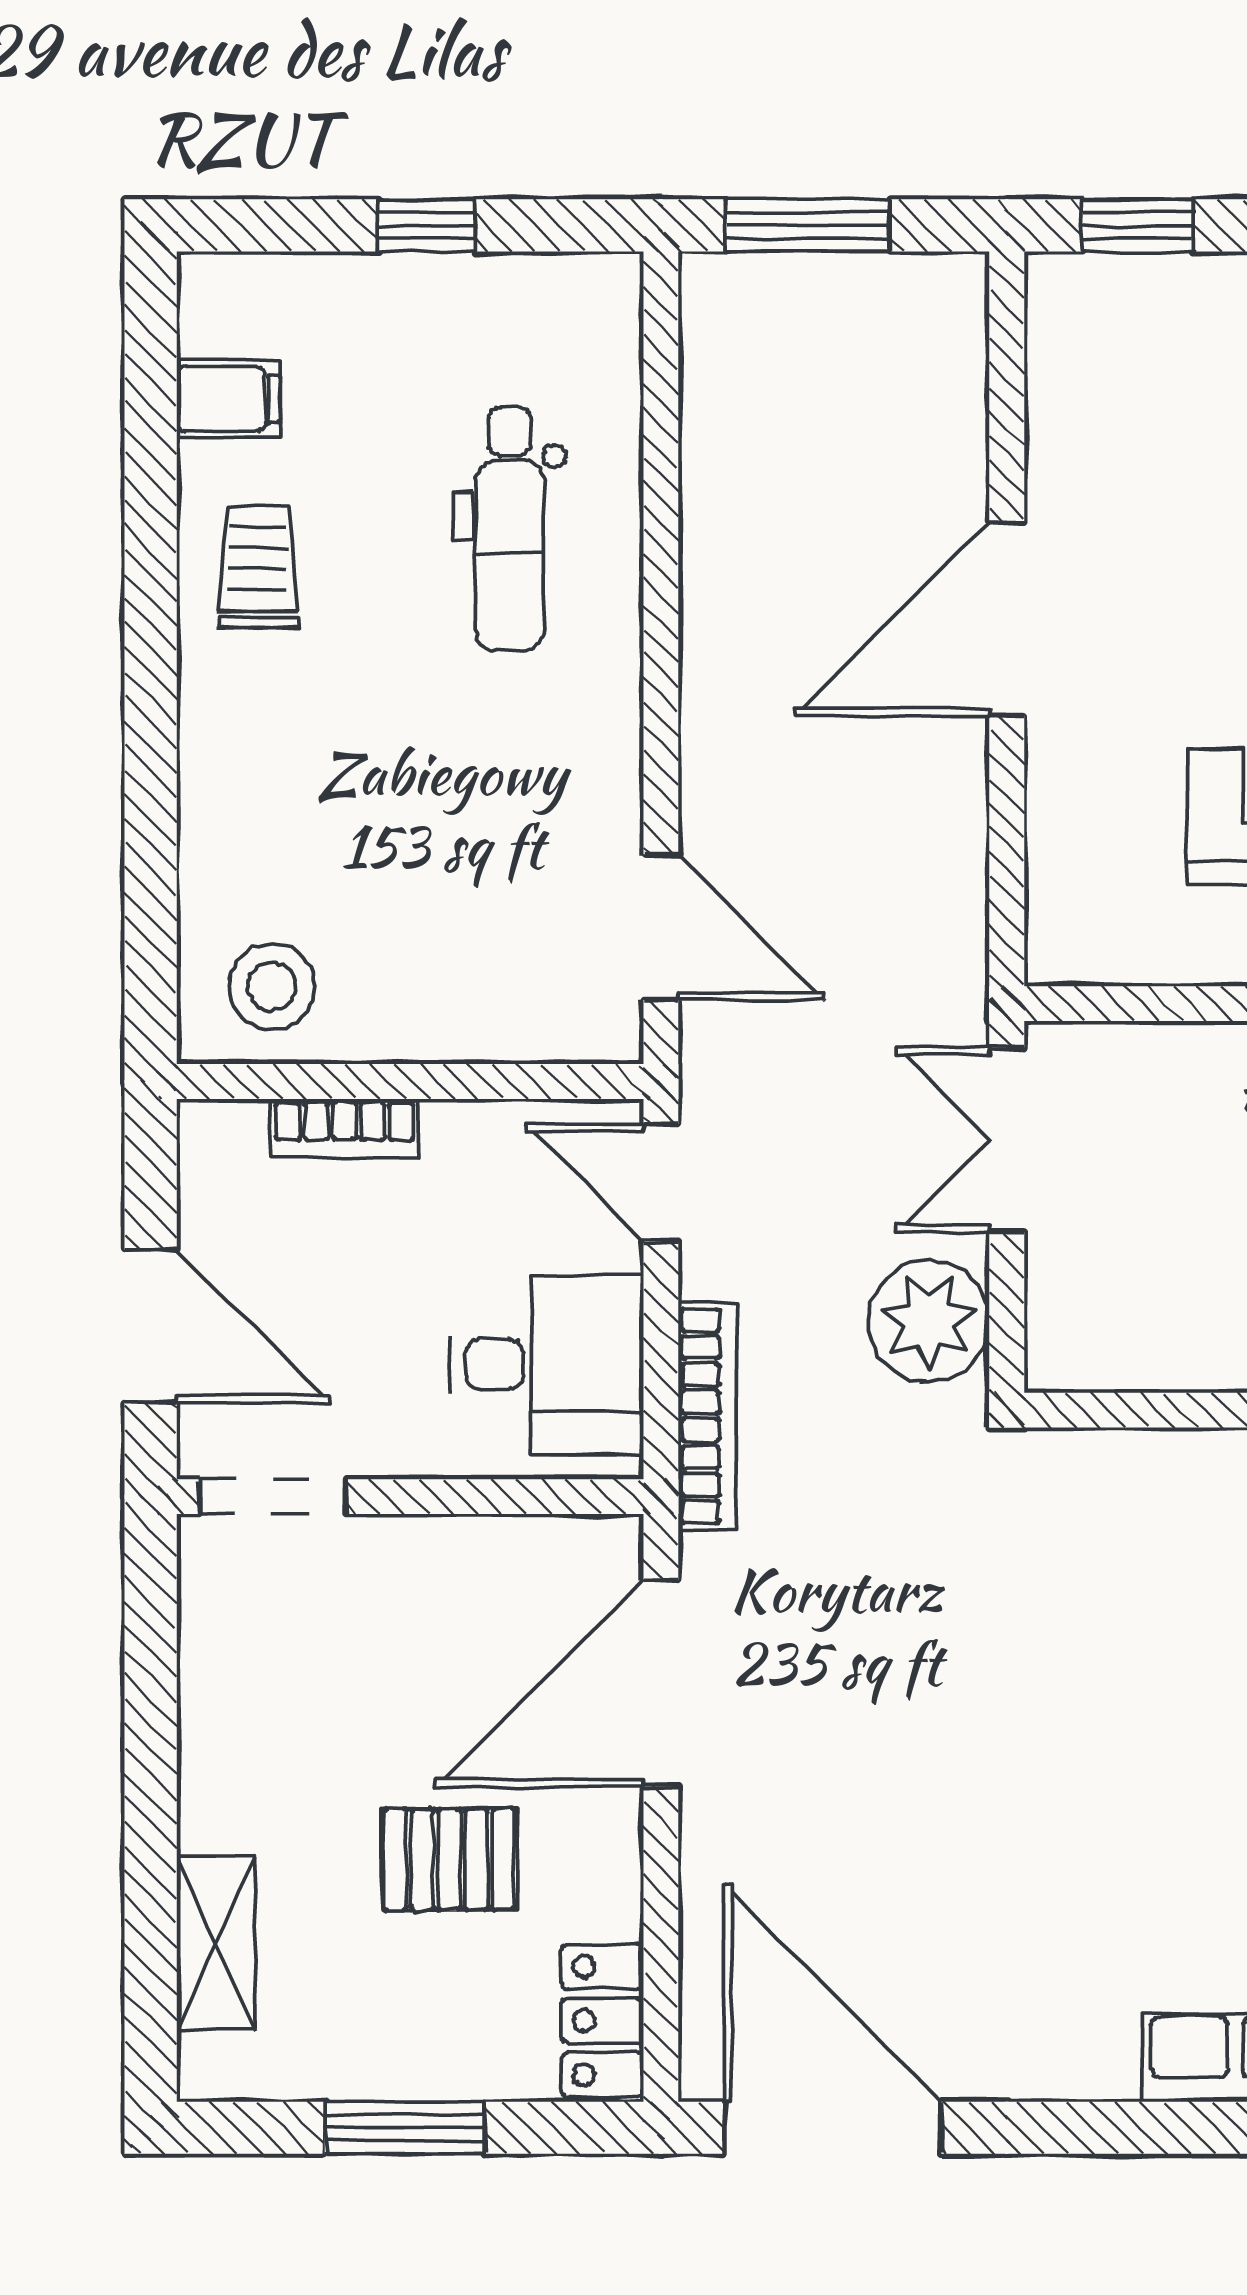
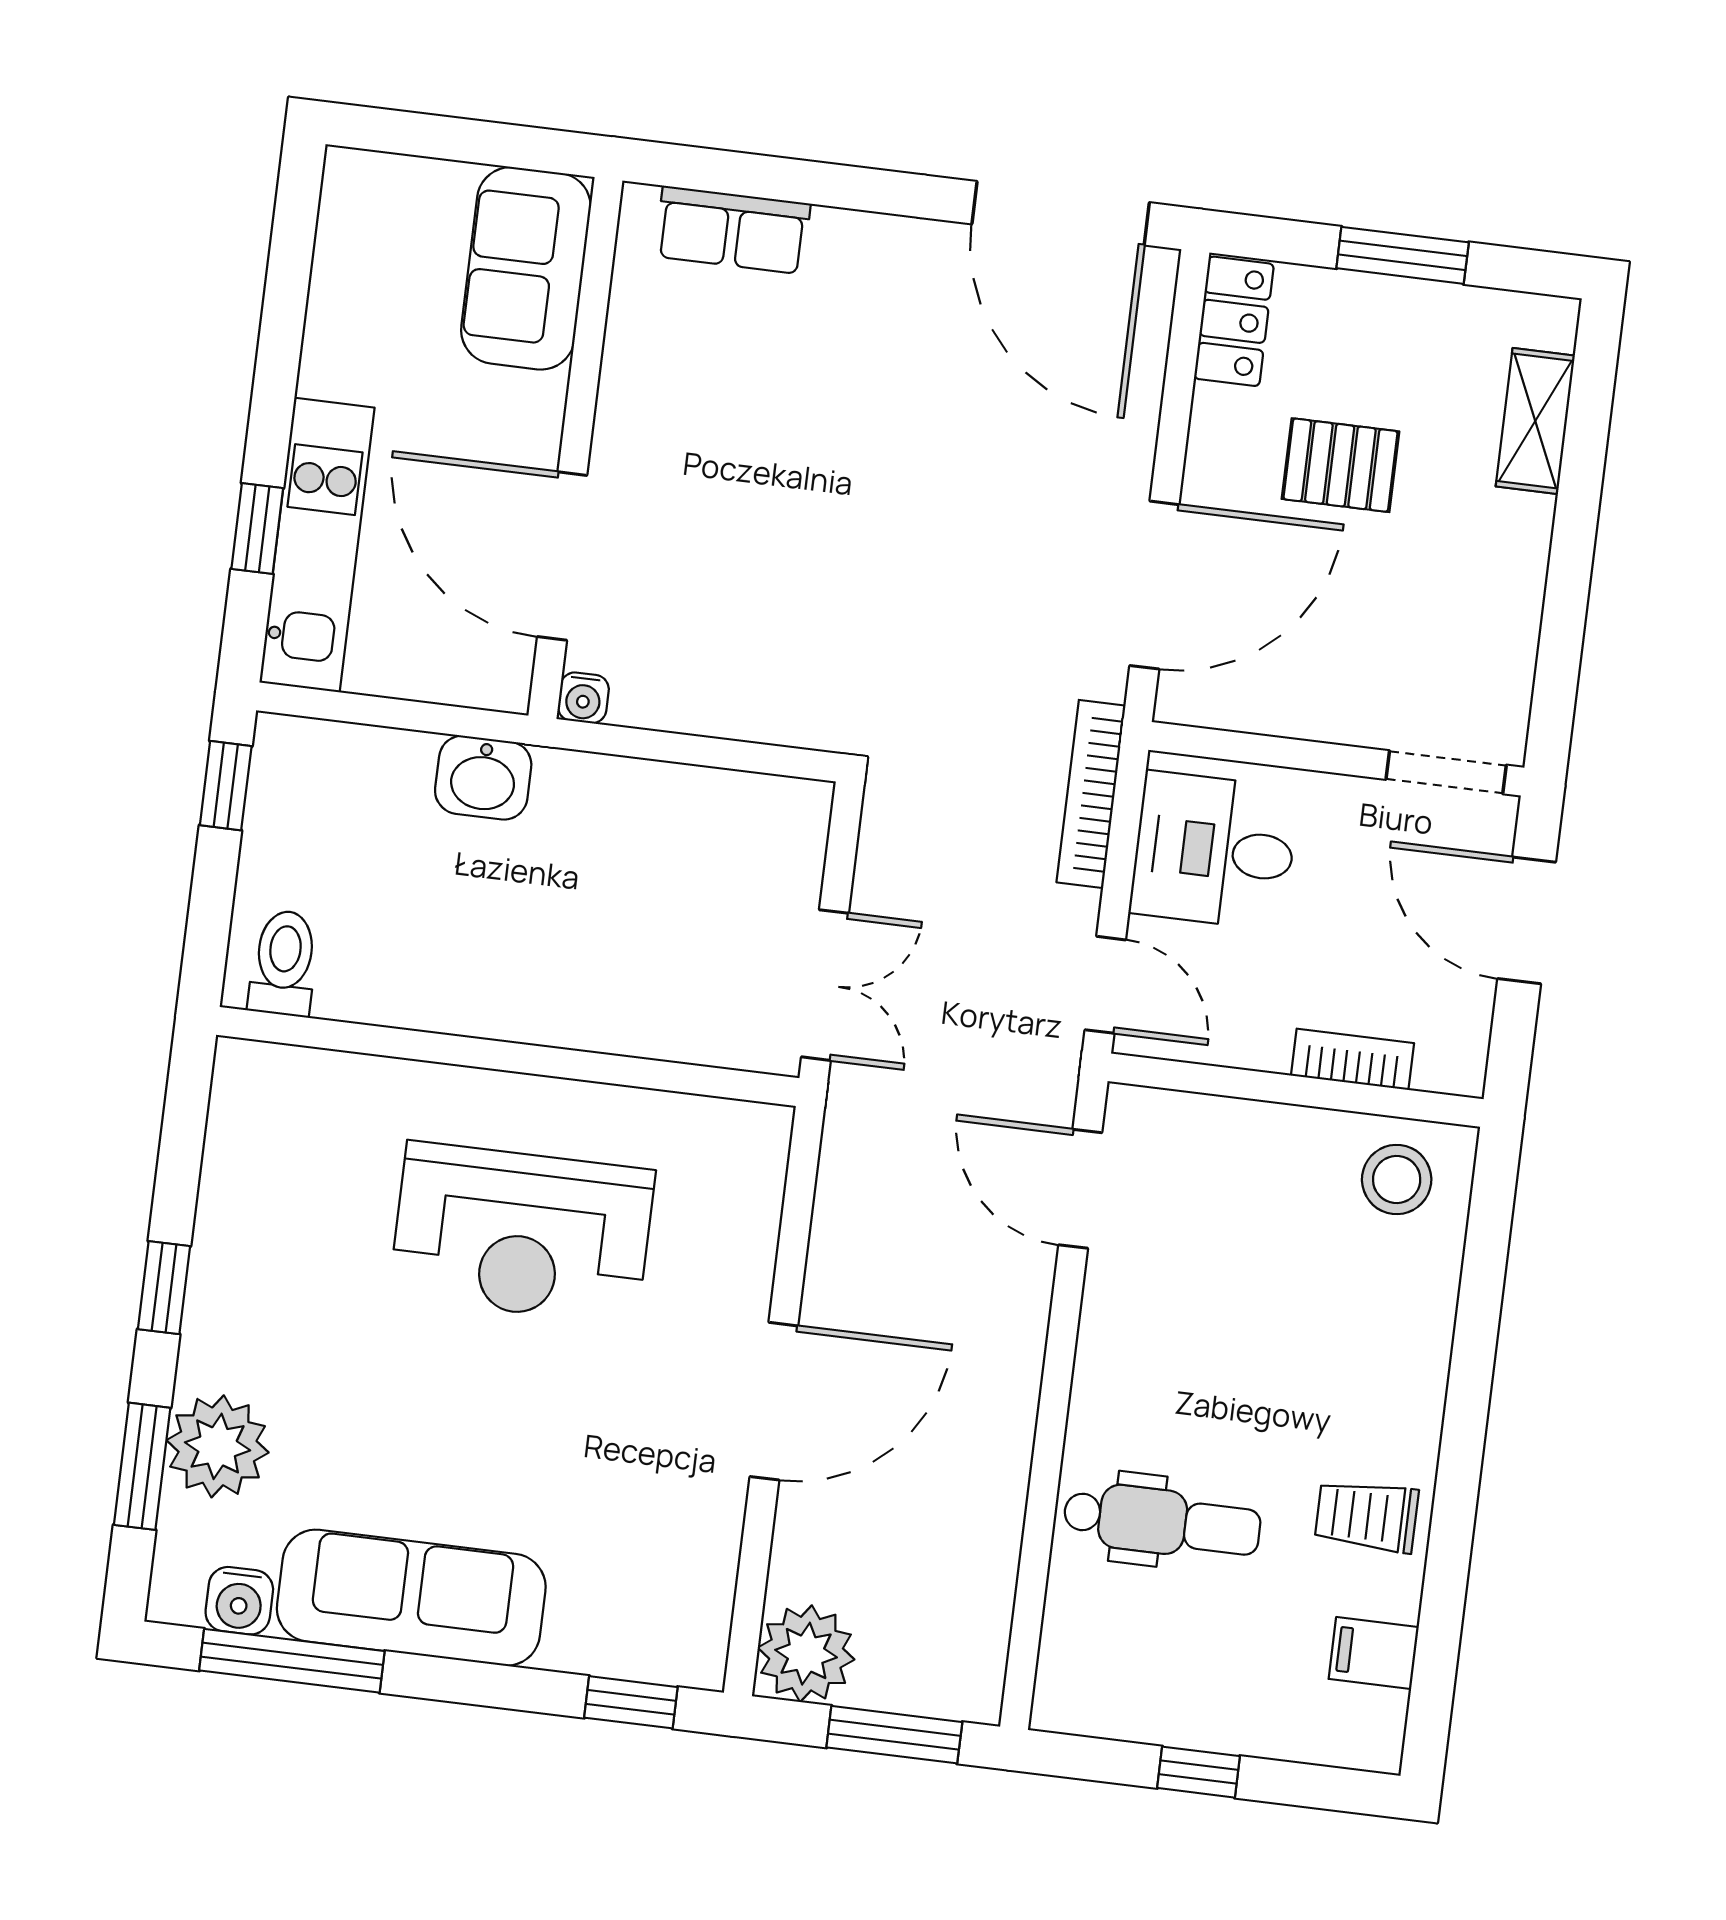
dental chair: (509, 529) -> (1162, 1522), turned 90
trolley: (258, 567) -> (1367, 1516), turned 90
plant: (929, 1321) -> (806, 1654), moved

